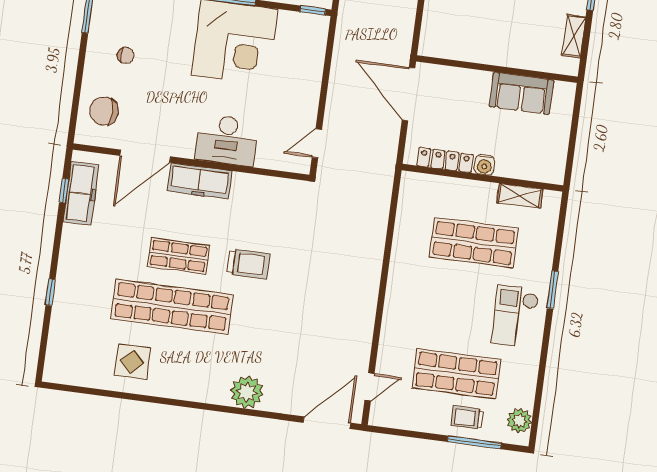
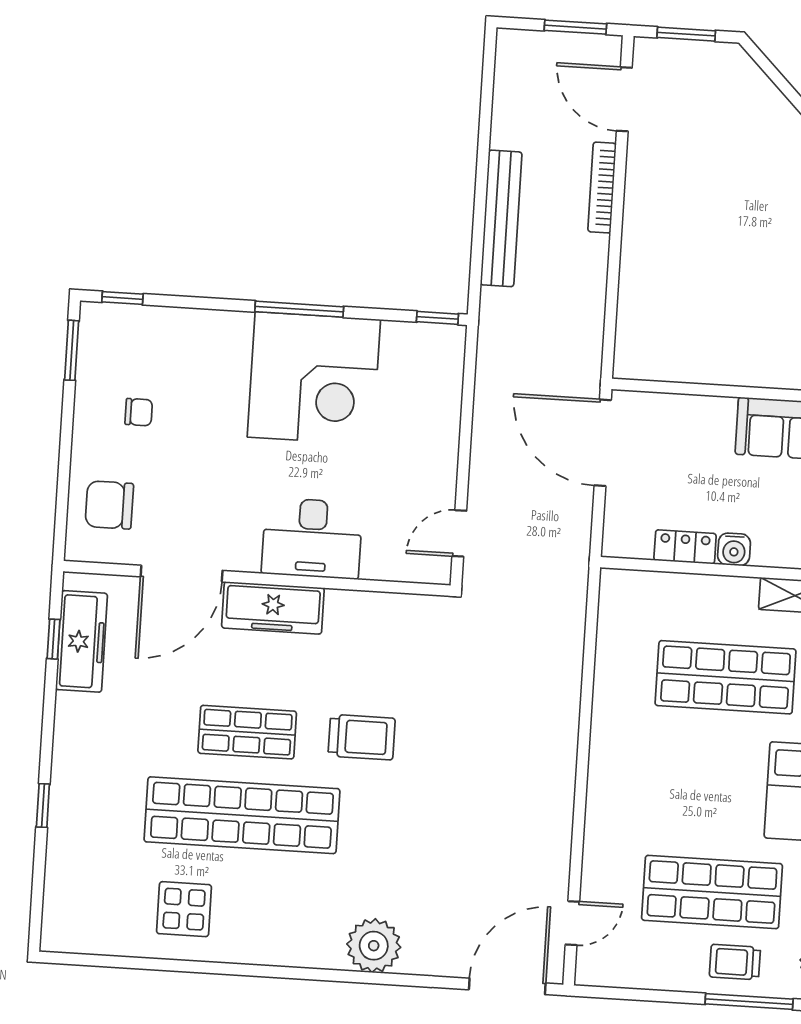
locker: (445, 160) -> (685, 547), width x0.66

